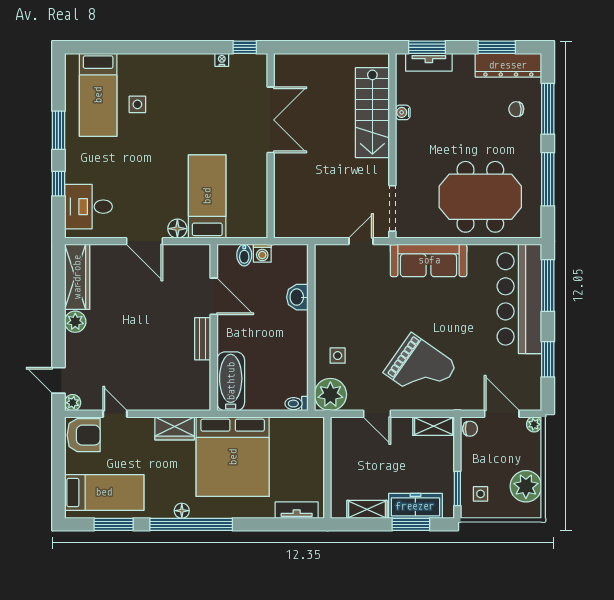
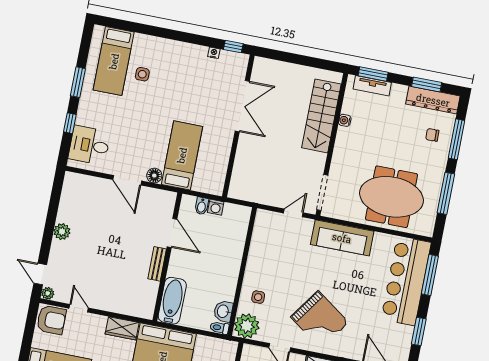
wardrobe: (77, 277) -> (70, 197), removed
washbasin: (297, 297) -> (223, 311), moved

